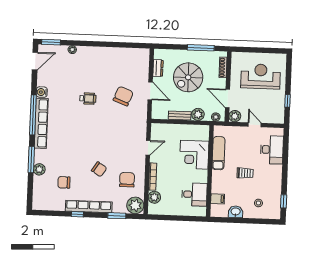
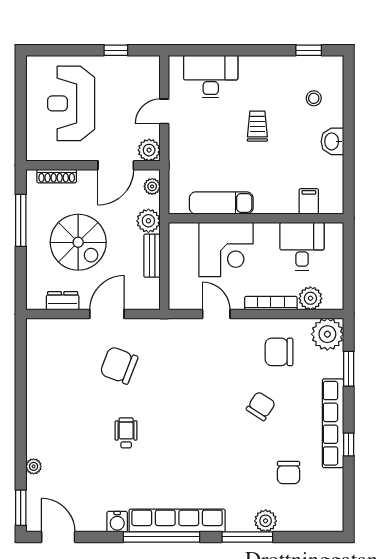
exam couch: (218, 153) -> (221, 203), moved
corner desk: (194, 155) -> (226, 249), moved
wall: (210, 171) -> (256, 218), moved
desk: (194, 194) -> (302, 246), moved
filing cabinet: (218, 199) -> (309, 201), moved

